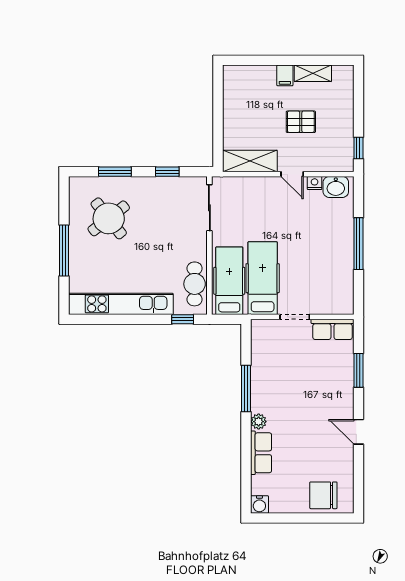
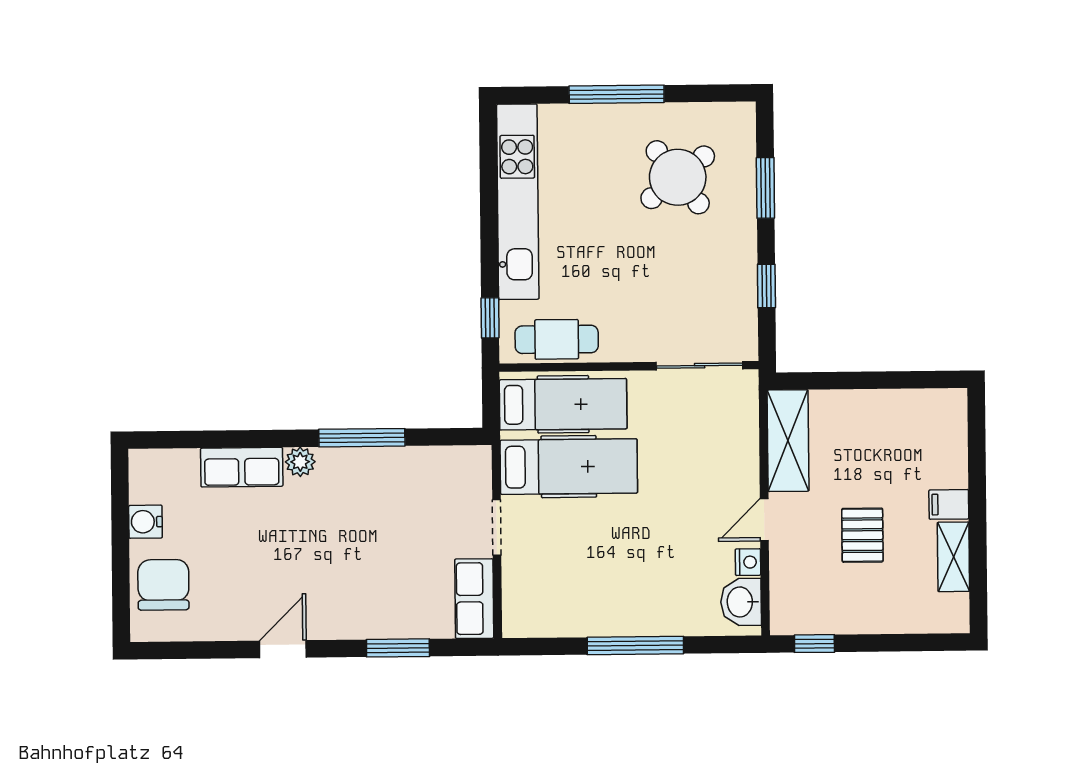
water cooler: (259, 504) -> (145, 522), moved

